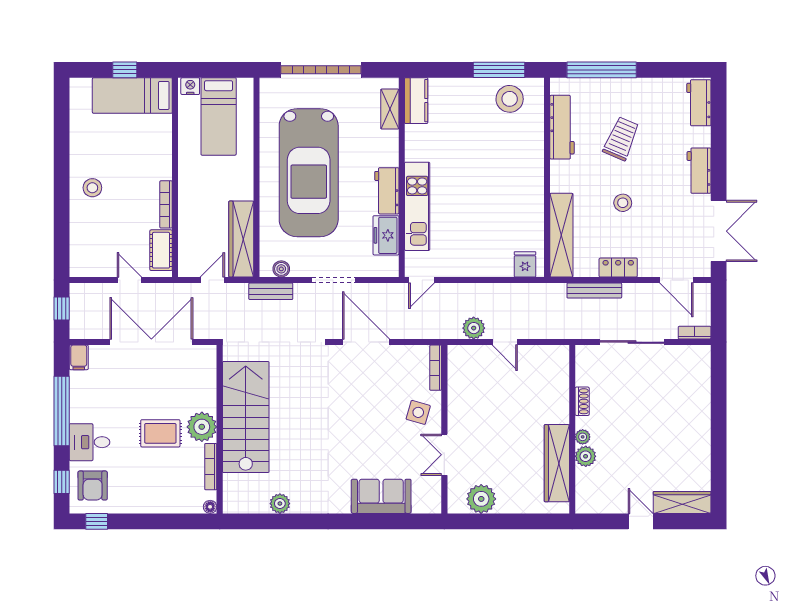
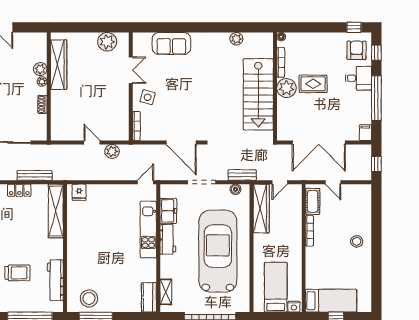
trolley: (621, 139) -> (17, 273), turned -113
stool: (623, 203) -> (16, 232), removed

